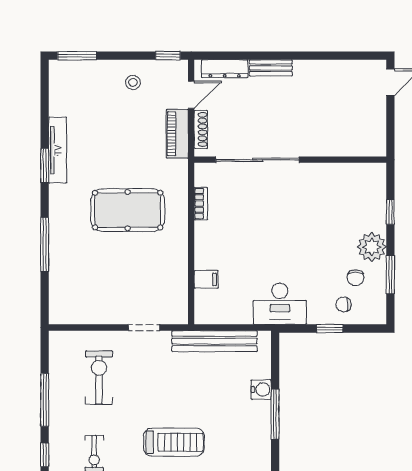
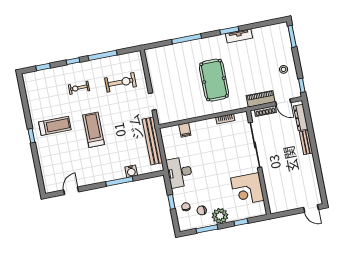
tv unit: (58, 150) -> (239, 36), width x0.71
corner desk: (334, 189) -> (247, 189), added
treadmill: (174, 442) -> (93, 130), turned 180

